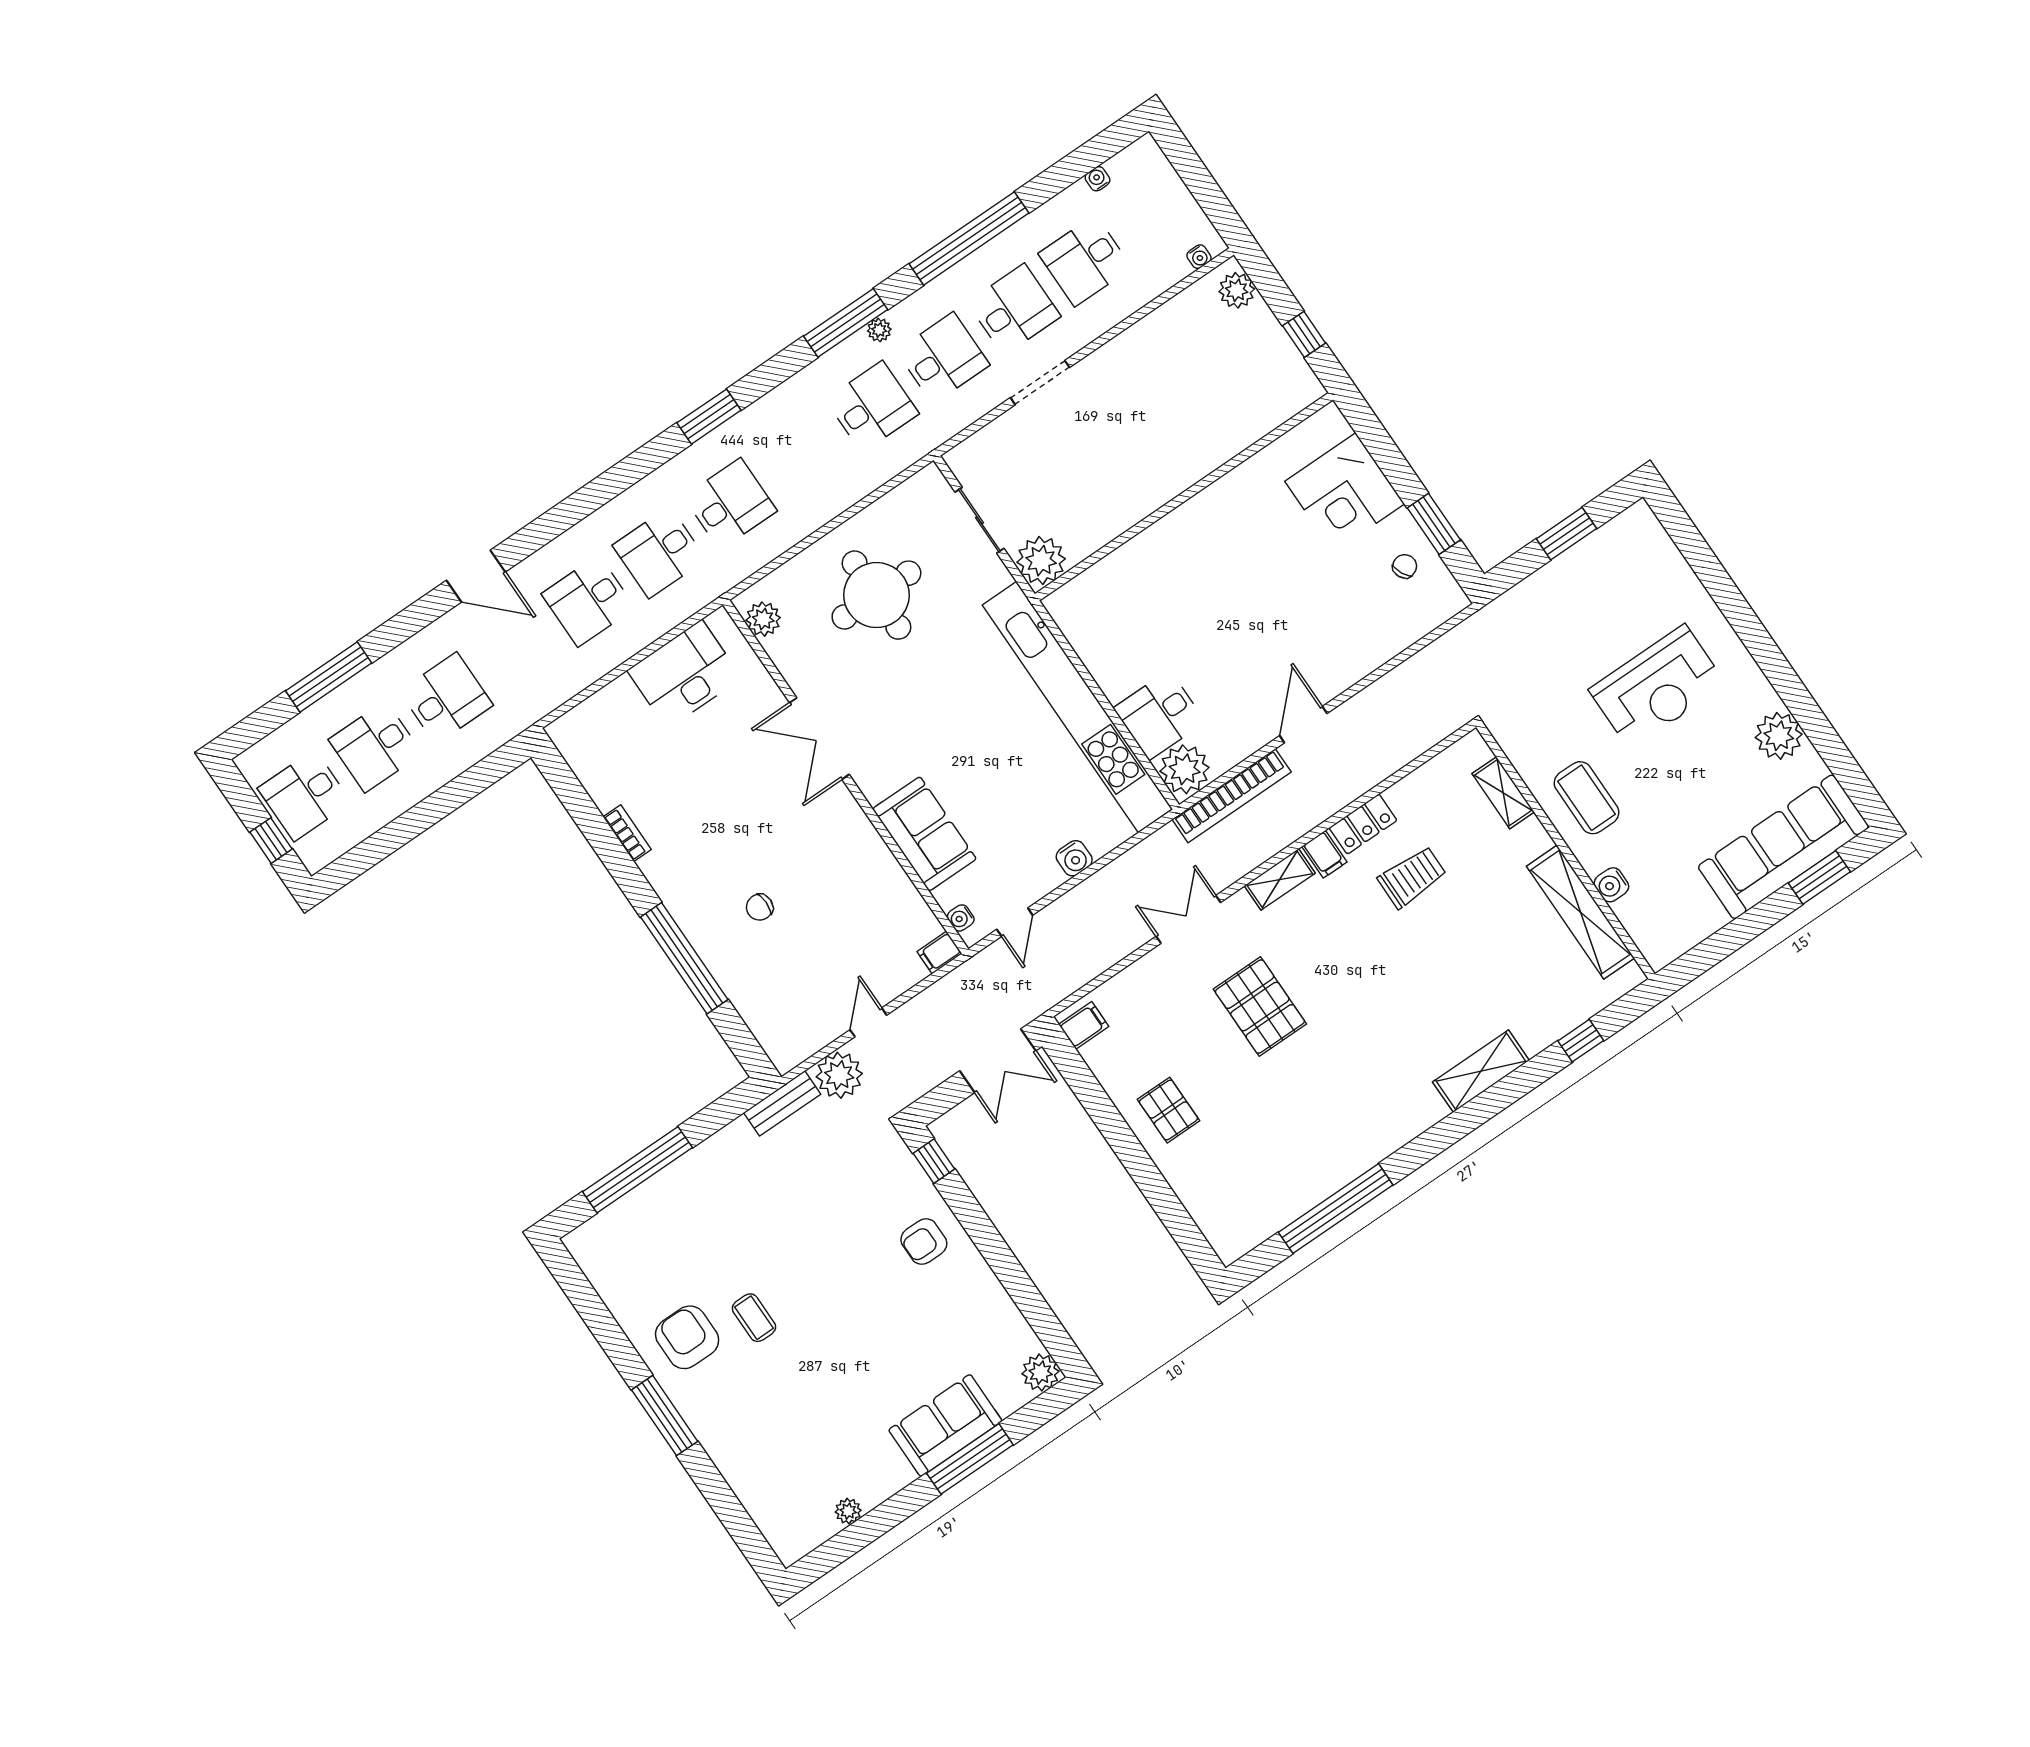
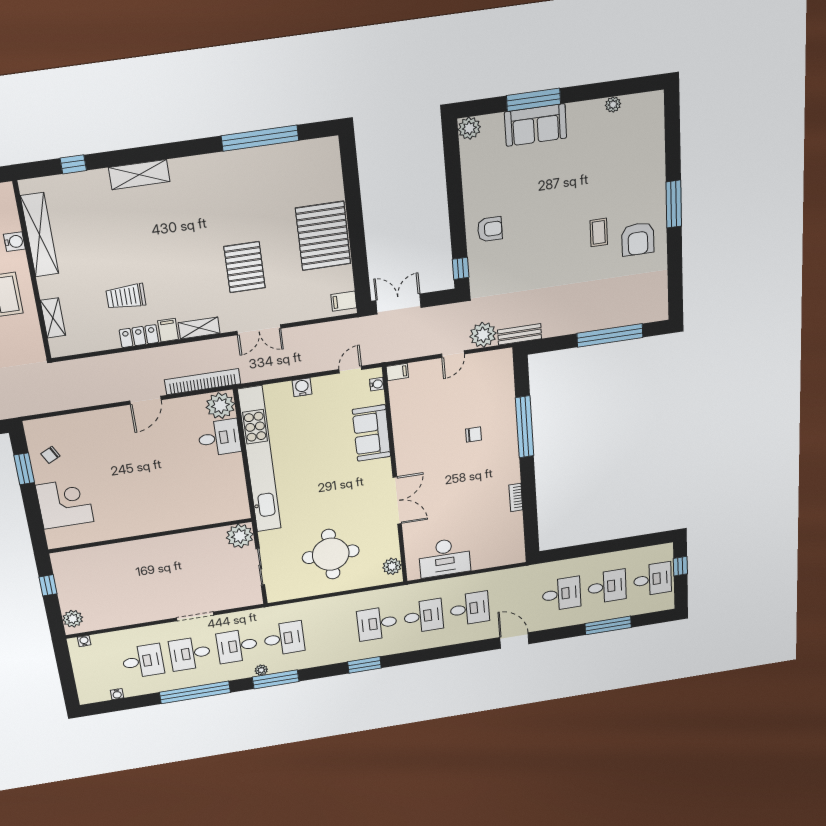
desk: (872, 407) -> (284, 638), turned 180
desk: (446, 698) -> (561, 594), turned 180
pallet: (1168, 1110) -> (323, 236), width x2.05, depth x2.00

